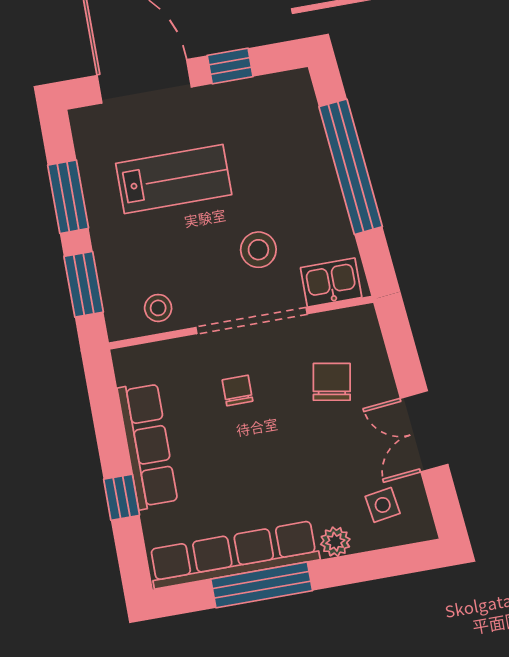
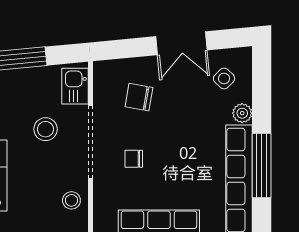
side table: (383, 505) -> (224, 78), turned -37

